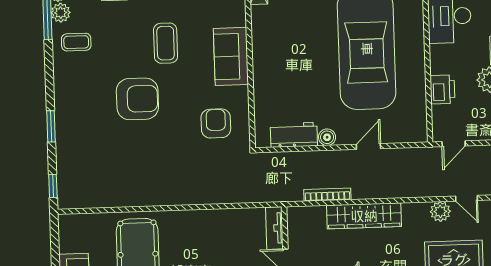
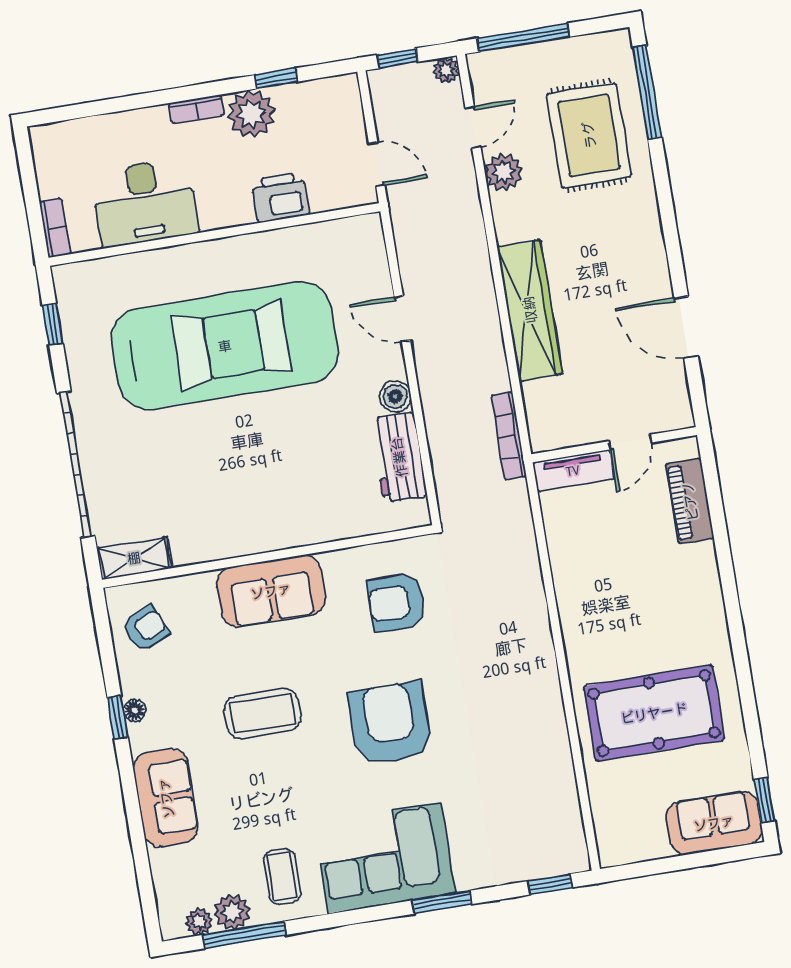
corner sofa: (79, 99) -> (385, 858), added
armchair: (137, 99) -> (390, 724), moved
bookcase: (327, 195) -> (509, 436), moved

